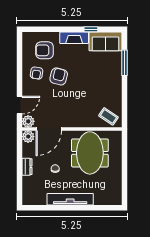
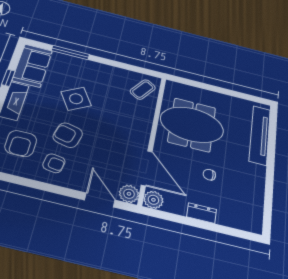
side table: (88, 75) -> (76, 99), added
tv unit: (70, 199) -> (260, 135), moved

